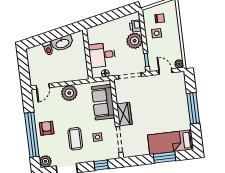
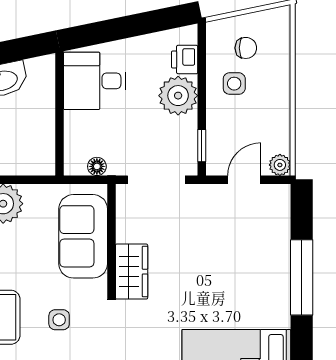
desk: (102, 55) -> (95, 81), moved
door: (165, 72) -> (244, 180), hinge flipped

